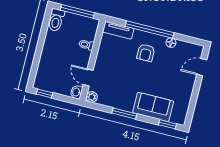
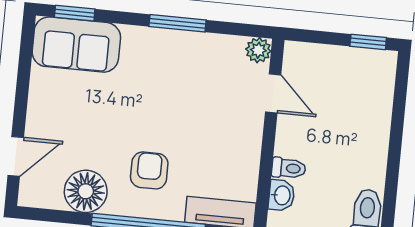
floor lamp: (171, 43) -> (86, 191), width x1.89, depth x1.89
washbasin: (76, 92) -> (282, 195), moved
sofa: (153, 107) -> (76, 45), moved

